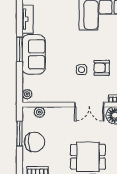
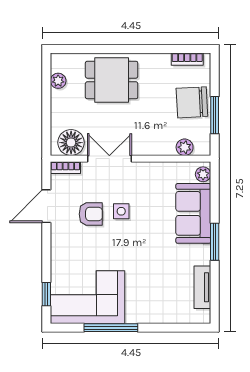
sofa: (34, 54) -> (193, 213), moved

